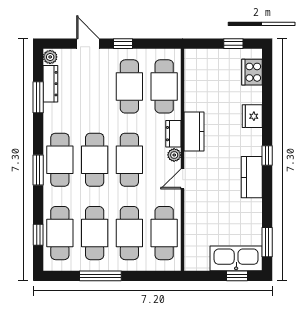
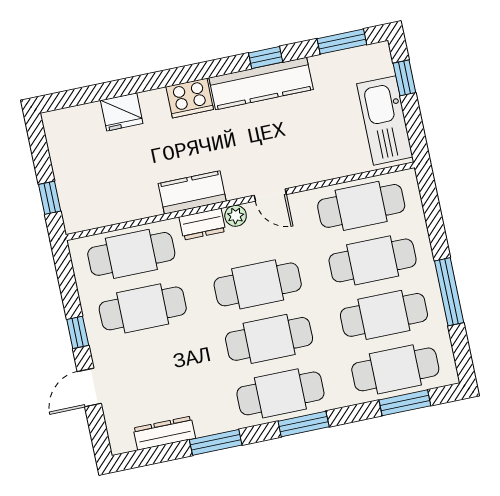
window: (233, 44) -> (50, 198), moved
plant: (50, 57) -> (123, 442), removed
cooker: (252, 72) -> (190, 98), moved
window: (38, 97) -> (216, 442), moved
fridge: (252, 116) -> (122, 112), moved
window: (267, 155) -> (266, 57), moved
kitchen counter: (252, 177) -> (261, 84), width x1.50
window: (38, 235) -> (405, 403), width x1.50
kitchen sink: (236, 258) -> (385, 120), moved

